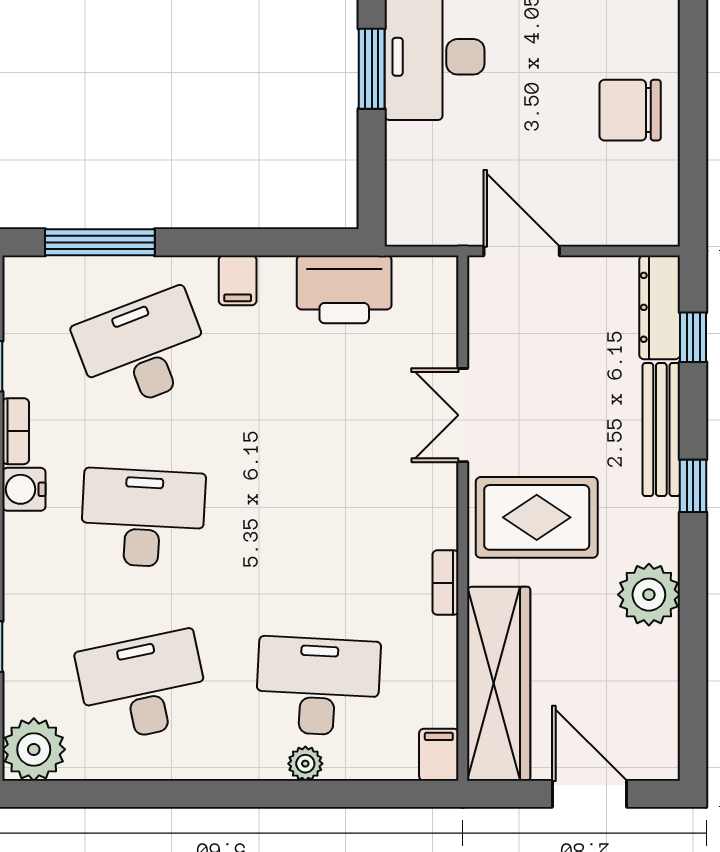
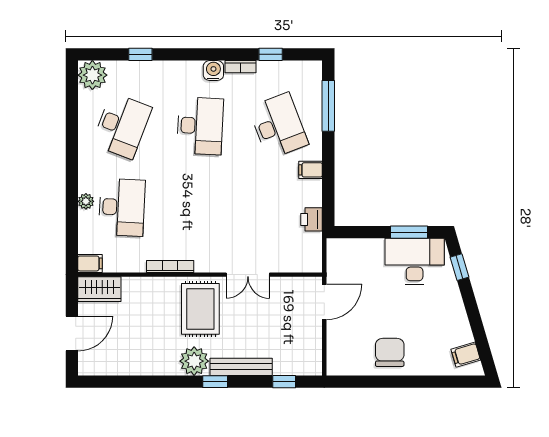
printer: (344, 289) -> (312, 219), width x0.53, depth x0.68
dresser: (660, 307) -> (298, 366), removed
double door: (463, 415) -> (248, 275), swing flipped
bookcase: (445, 583) -> (170, 267), width x1.56
plant: (649, 595) -> (194, 361), moved
wardrobe: (499, 684) -> (99, 289), width x0.48, depth x0.85
desk: (143, 686) -> (122, 126), turned 33

